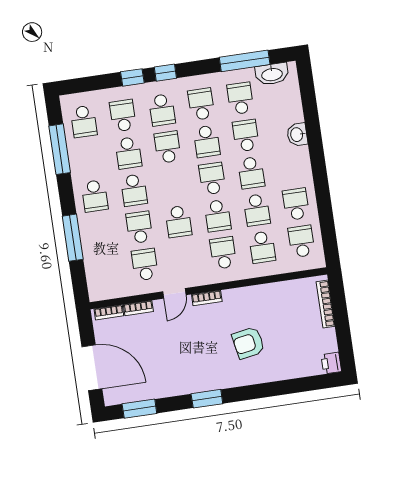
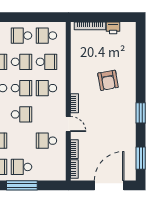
school desk: (139, 227) -> (21, 167), moved
printer: (331, 363) -> (113, 28), moved

